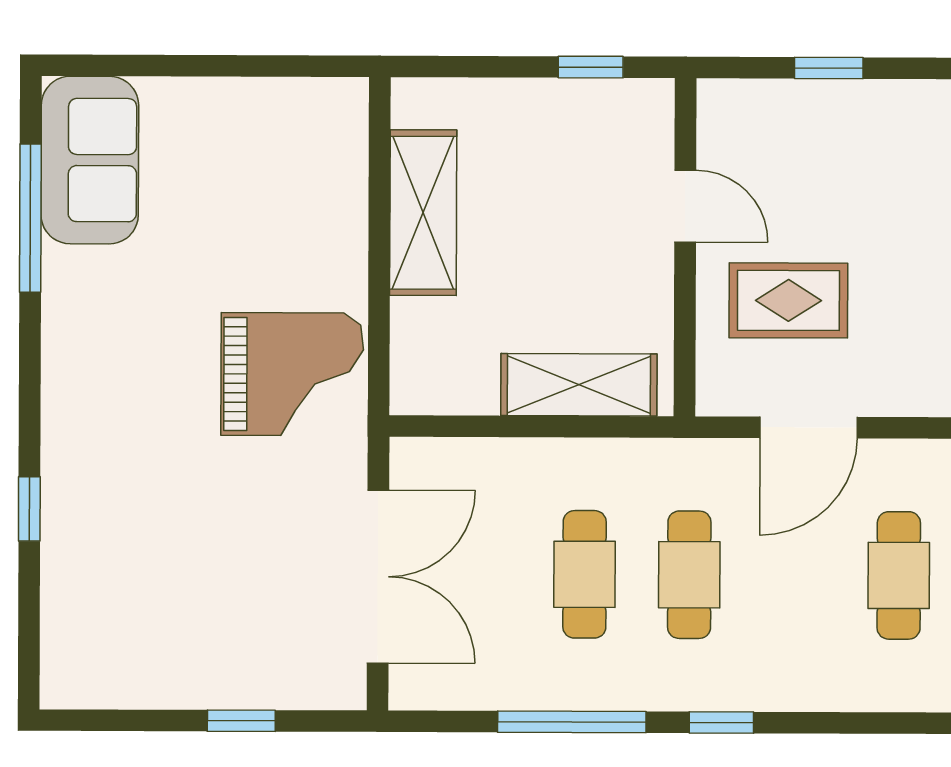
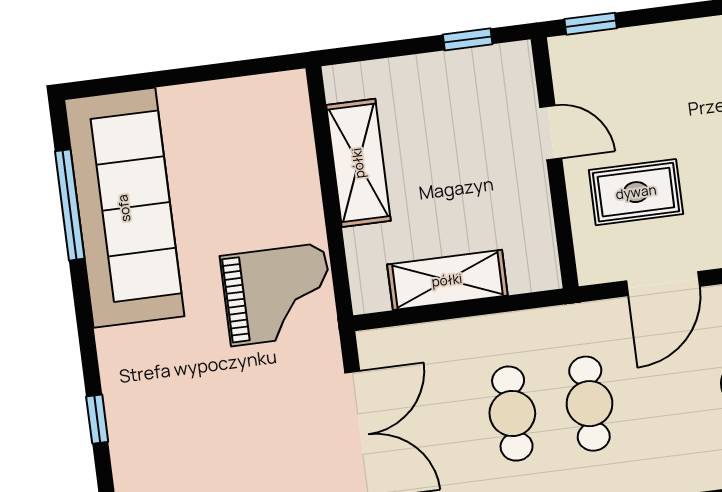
window: (829, 68) -> (591, 24), moved
sofa: (90, 160) -> (124, 208), width x1.85, depth x1.27
shelving: (579, 385) -> (447, 280), moved

